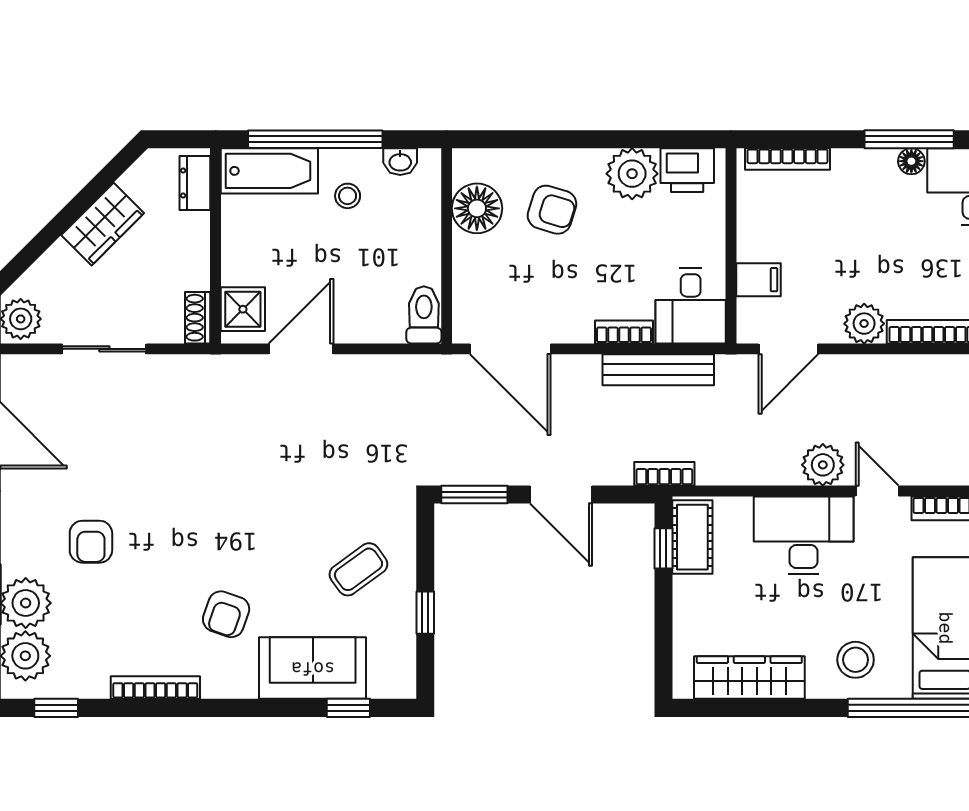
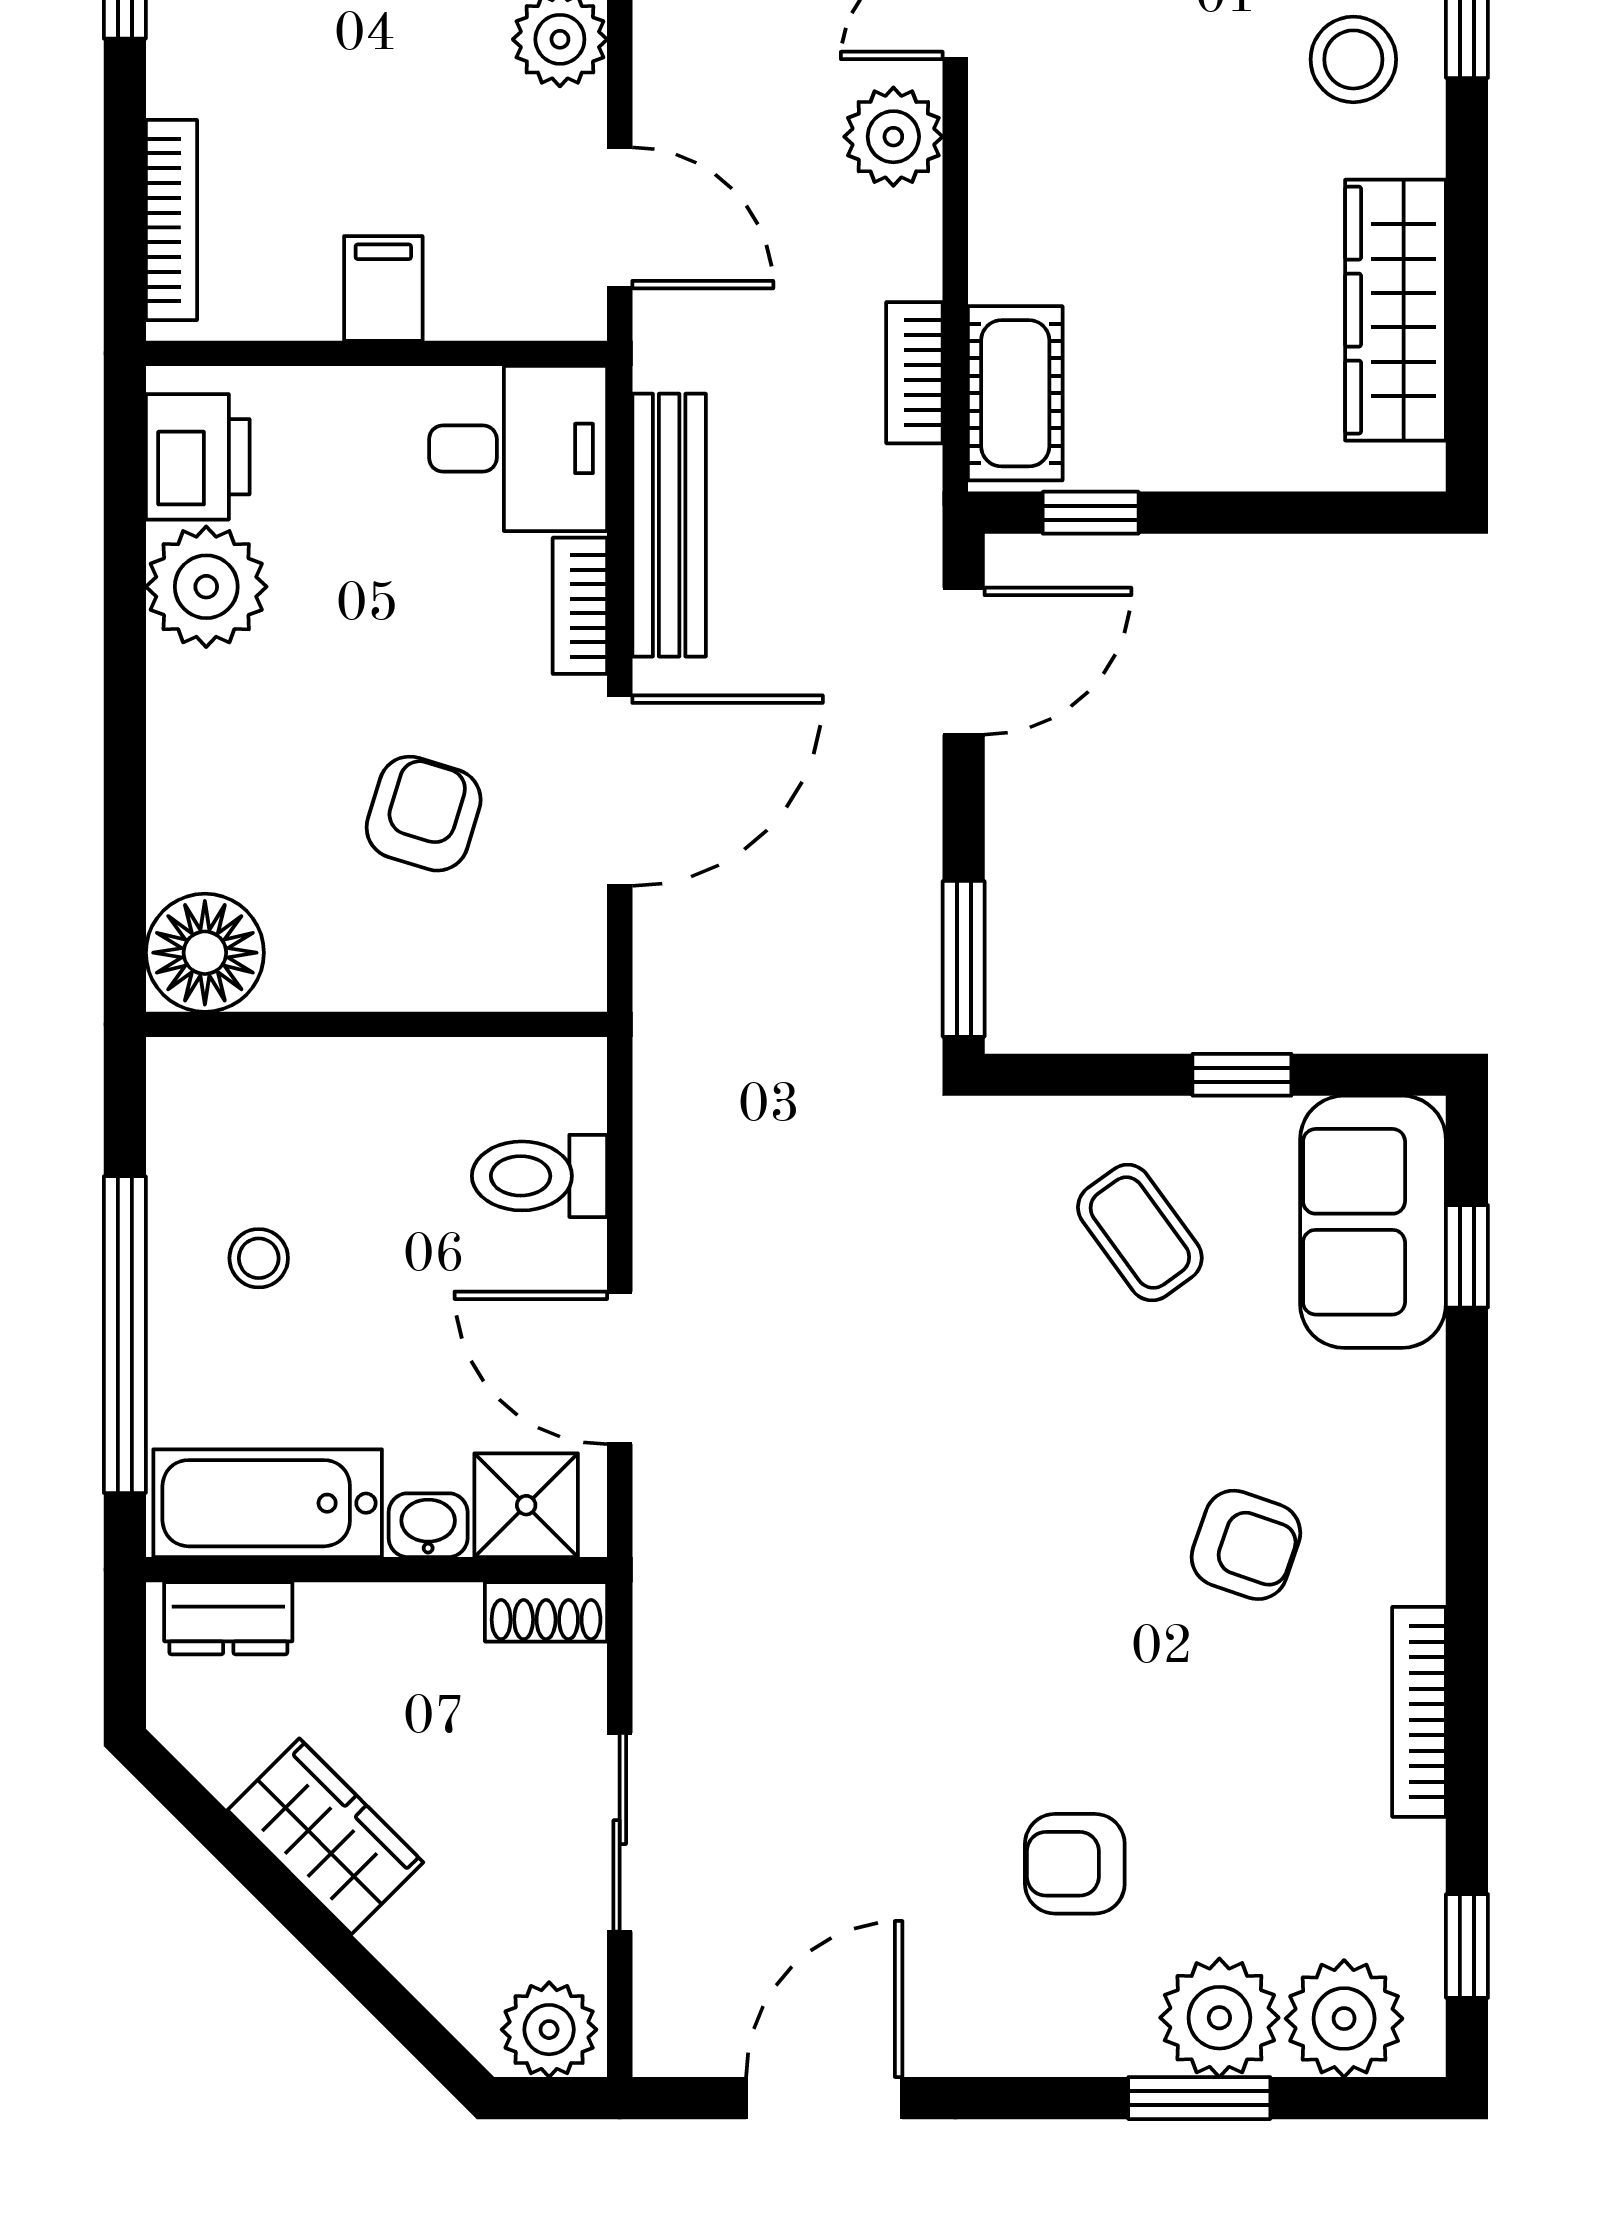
washbasin: (400, 162) -> (428, 1525), moved, turned -90
bathtub: (269, 171) -> (268, 1503), moved, turned -90
floor lamp: (477, 208) -> (205, 953), moved
armchair: (552, 210) -> (424, 814), moved
filing cabinet: (759, 280) -> (383, 288), moved
toilet: (424, 315) -> (539, 1176), moved
door: (510, 349) -> (620, 791), moved
bookcase: (664, 474) -> (914, 373), moved
door: (561, 495) -> (964, 661), moved
desk: (804, 535) -> (1060, 182), removed
cot: (692, 537) -> (1015, 393), moved, turned 90
armchair: (91, 542) -> (1075, 1864), turned 180
sofa: (313, 668) -> (1373, 1222), moved

